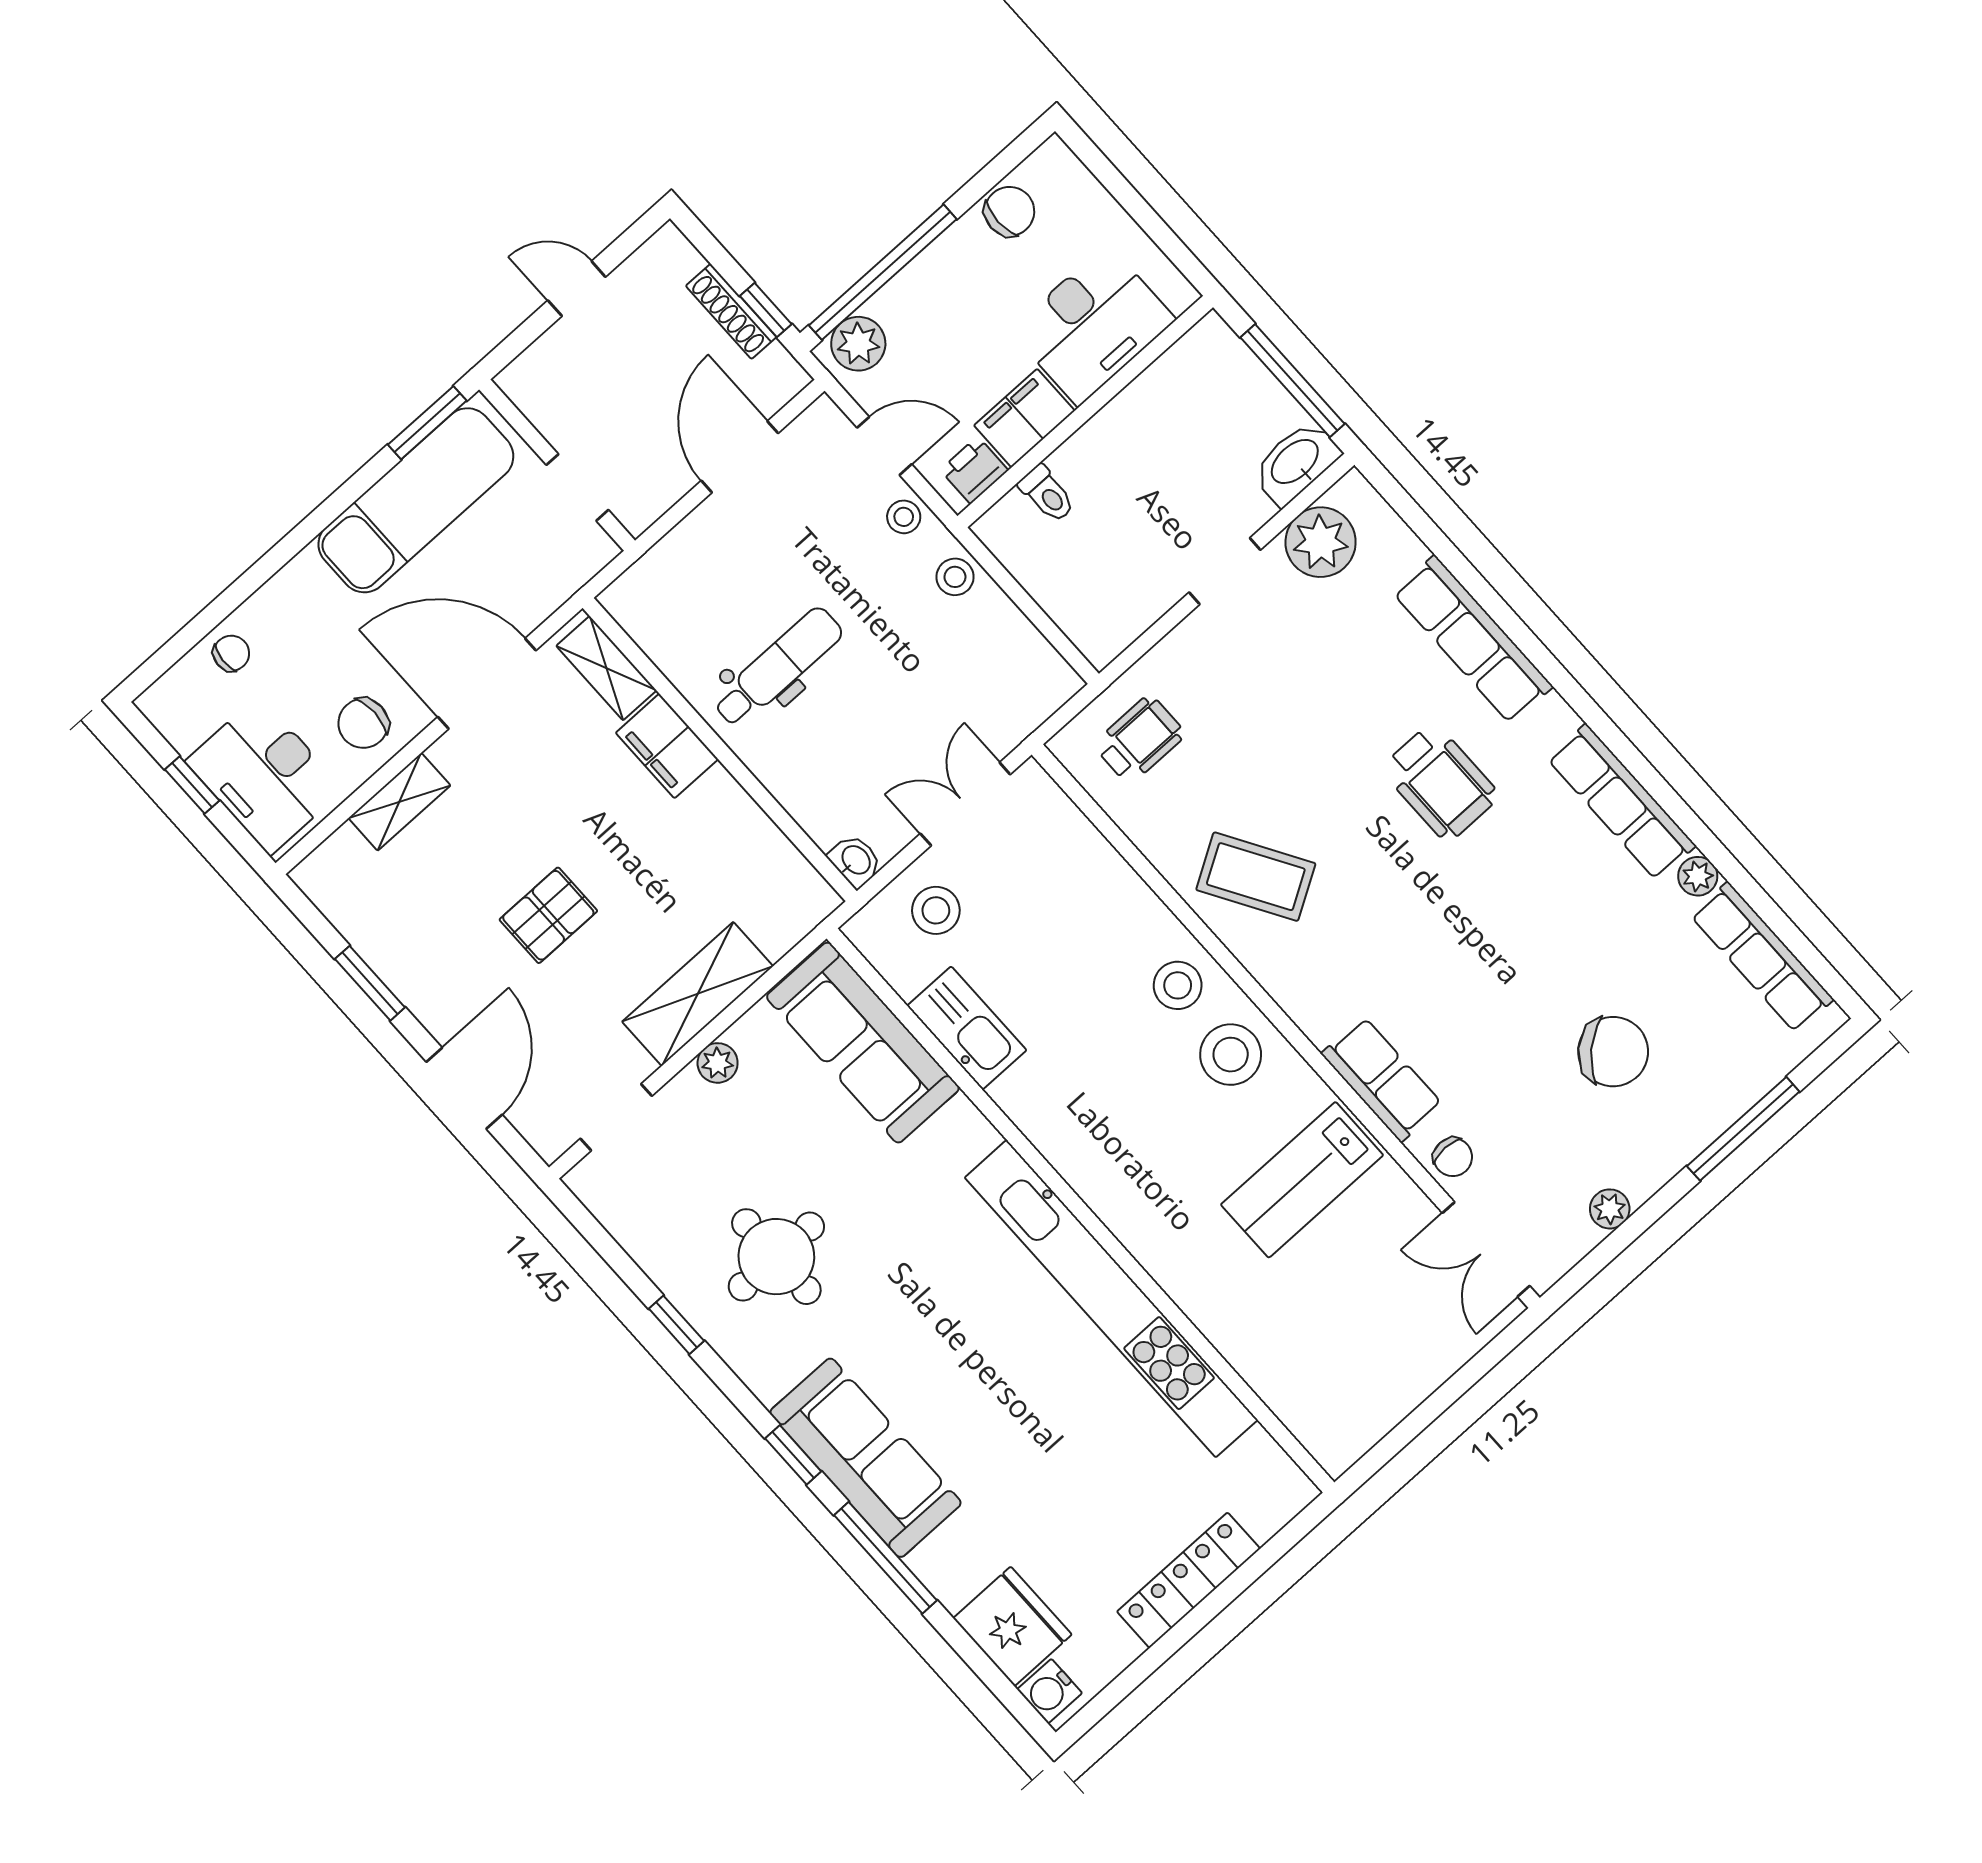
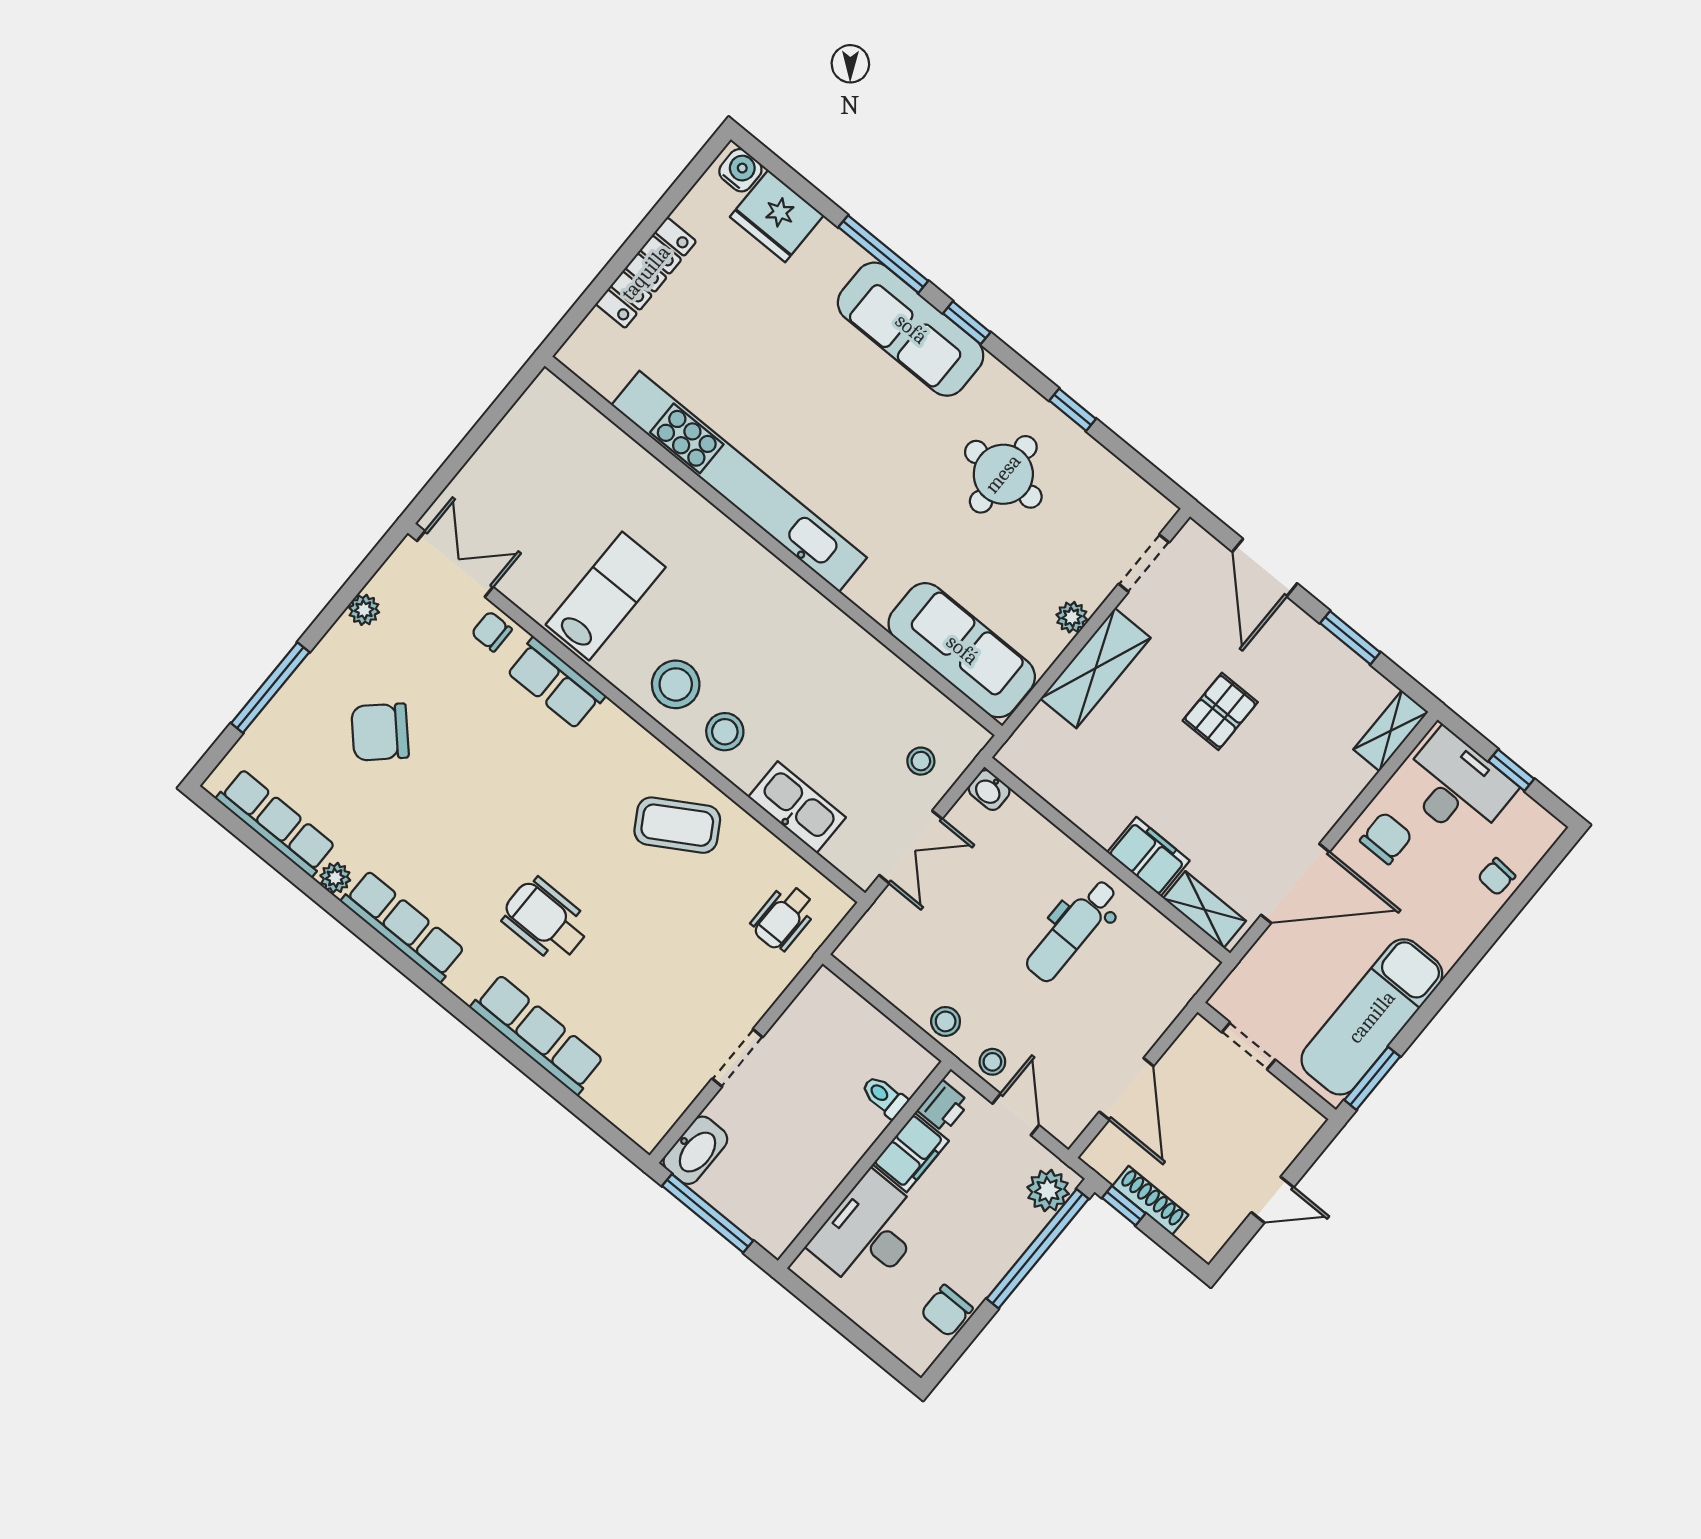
door: (884, 446) -> (1016, 1114), swing flipped
plant: (1321, 542) -> (667, 1092), removed
shelving: (399, 802) -> (1391, 731), moved
stool: (936, 910) -> (921, 761), width x0.73, depth x0.73
kitchen sink: (967, 1028) -> (797, 807), moved, turned 180

